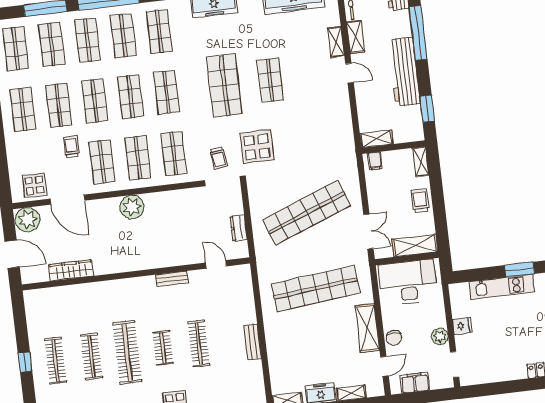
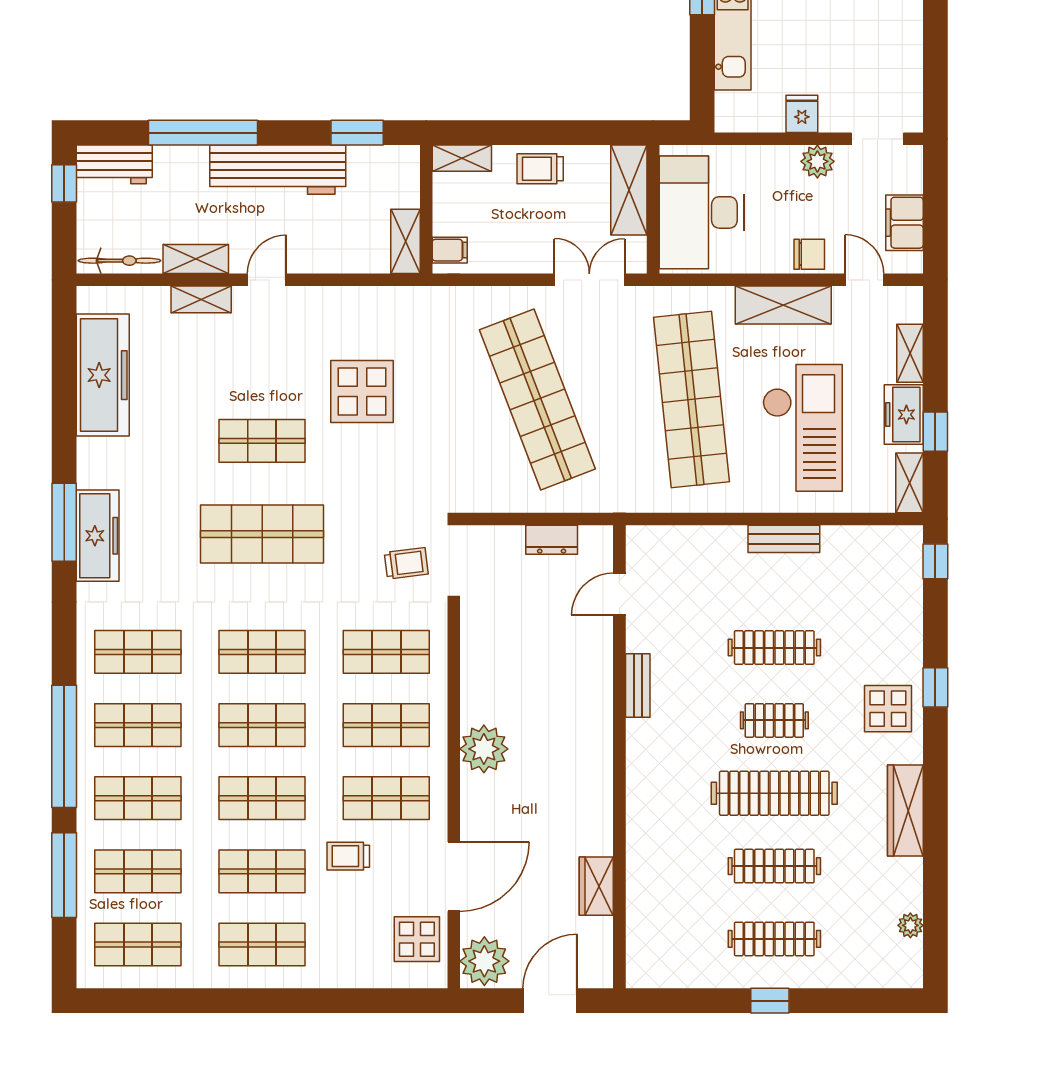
display table: (257, 147) -> (362, 391), moved
wardrobe: (71, 270) -> (596, 886), width x0.67
checkout: (308, 345) -> (803, 428), added

